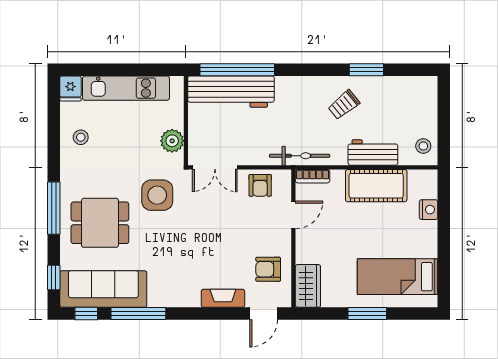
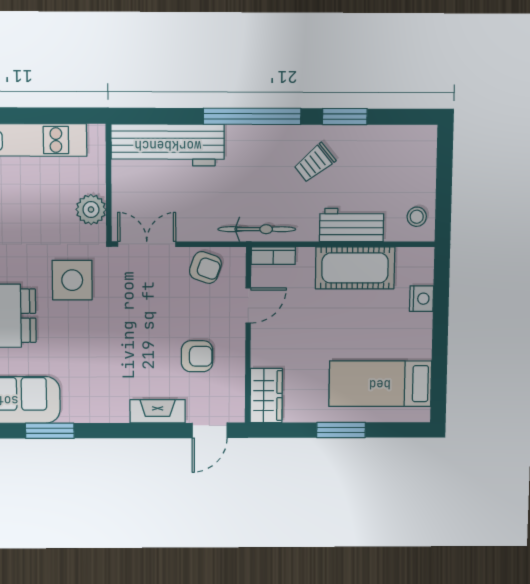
window: (237, 70) -> (252, 116), moved
double door: (215, 167) -> (147, 244), swing flipped
armchair: (260, 185) -> (205, 267), turned -71
armchair: (268, 269) -> (197, 356), moved, turned 180
window: (138, 314) -> (50, 431), width x0.69

